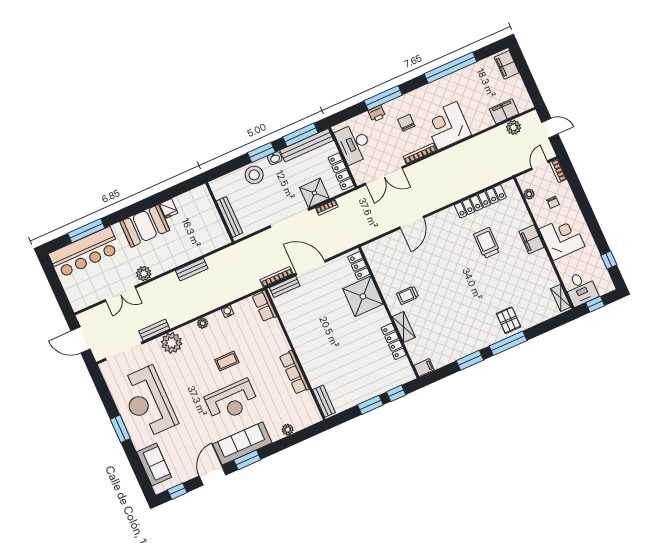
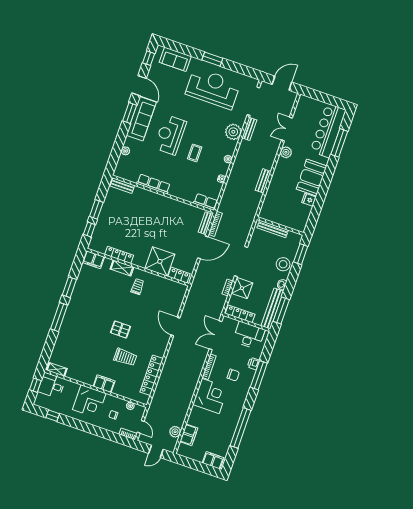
window: (261, 152) -> (301, 254), moved
pallet: (509, 320) -> (120, 330), moved
filing cabinet: (424, 368) -> (94, 260), width x2.00

